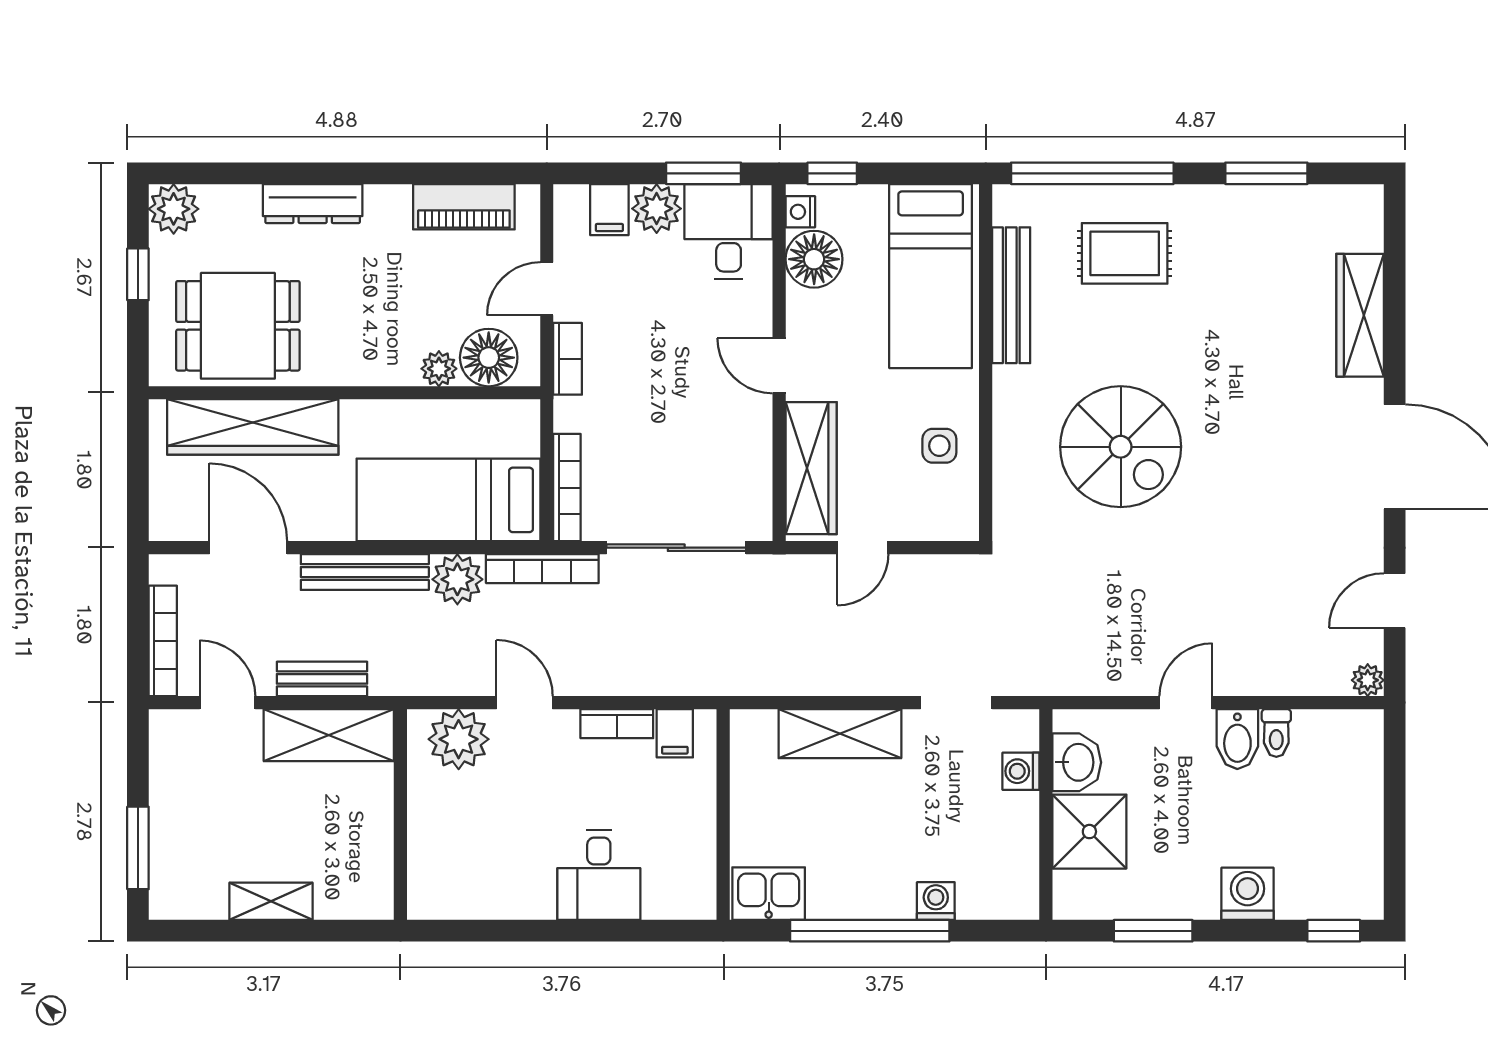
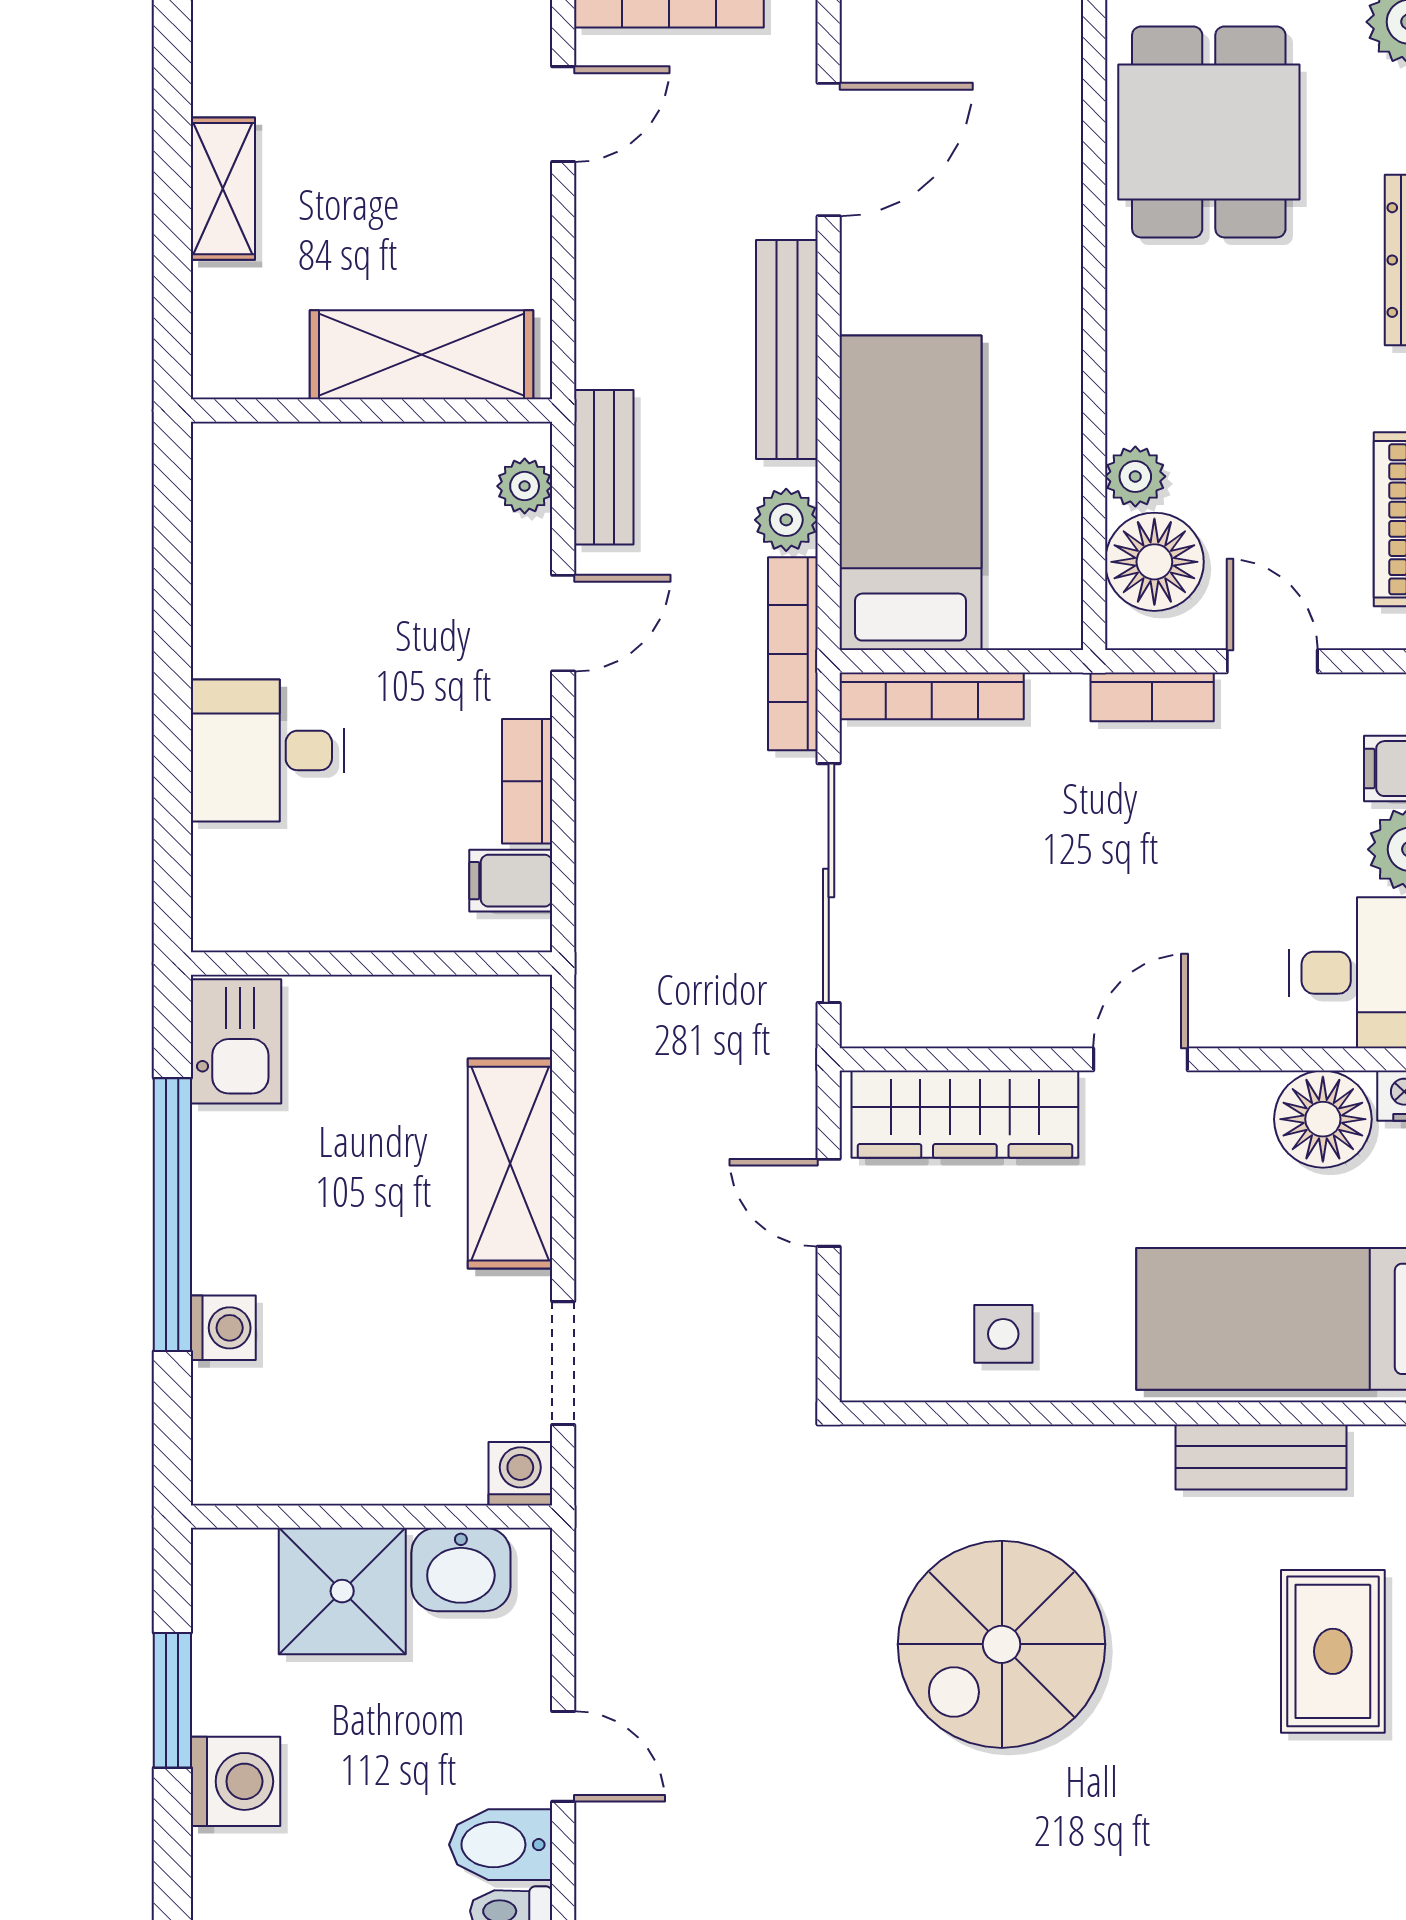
bench: (1011, 295) -> (1261, 1457), width x0.73
wardrobe: (253, 427) -> (1035, 157), removed
plant: (457, 579) -> (786, 520), width x0.73, depth x0.73
bench: (322, 679) -> (604, 467), moved
shelving: (329, 735) -> (421, 355), moved, turned 90
plant: (459, 739) -> (525, 486), width x0.53, depth x0.53
washing machine: (1021, 771) -> (520, 1474), moved
washing machine: (1248, 894) -> (235, 1781), moved

